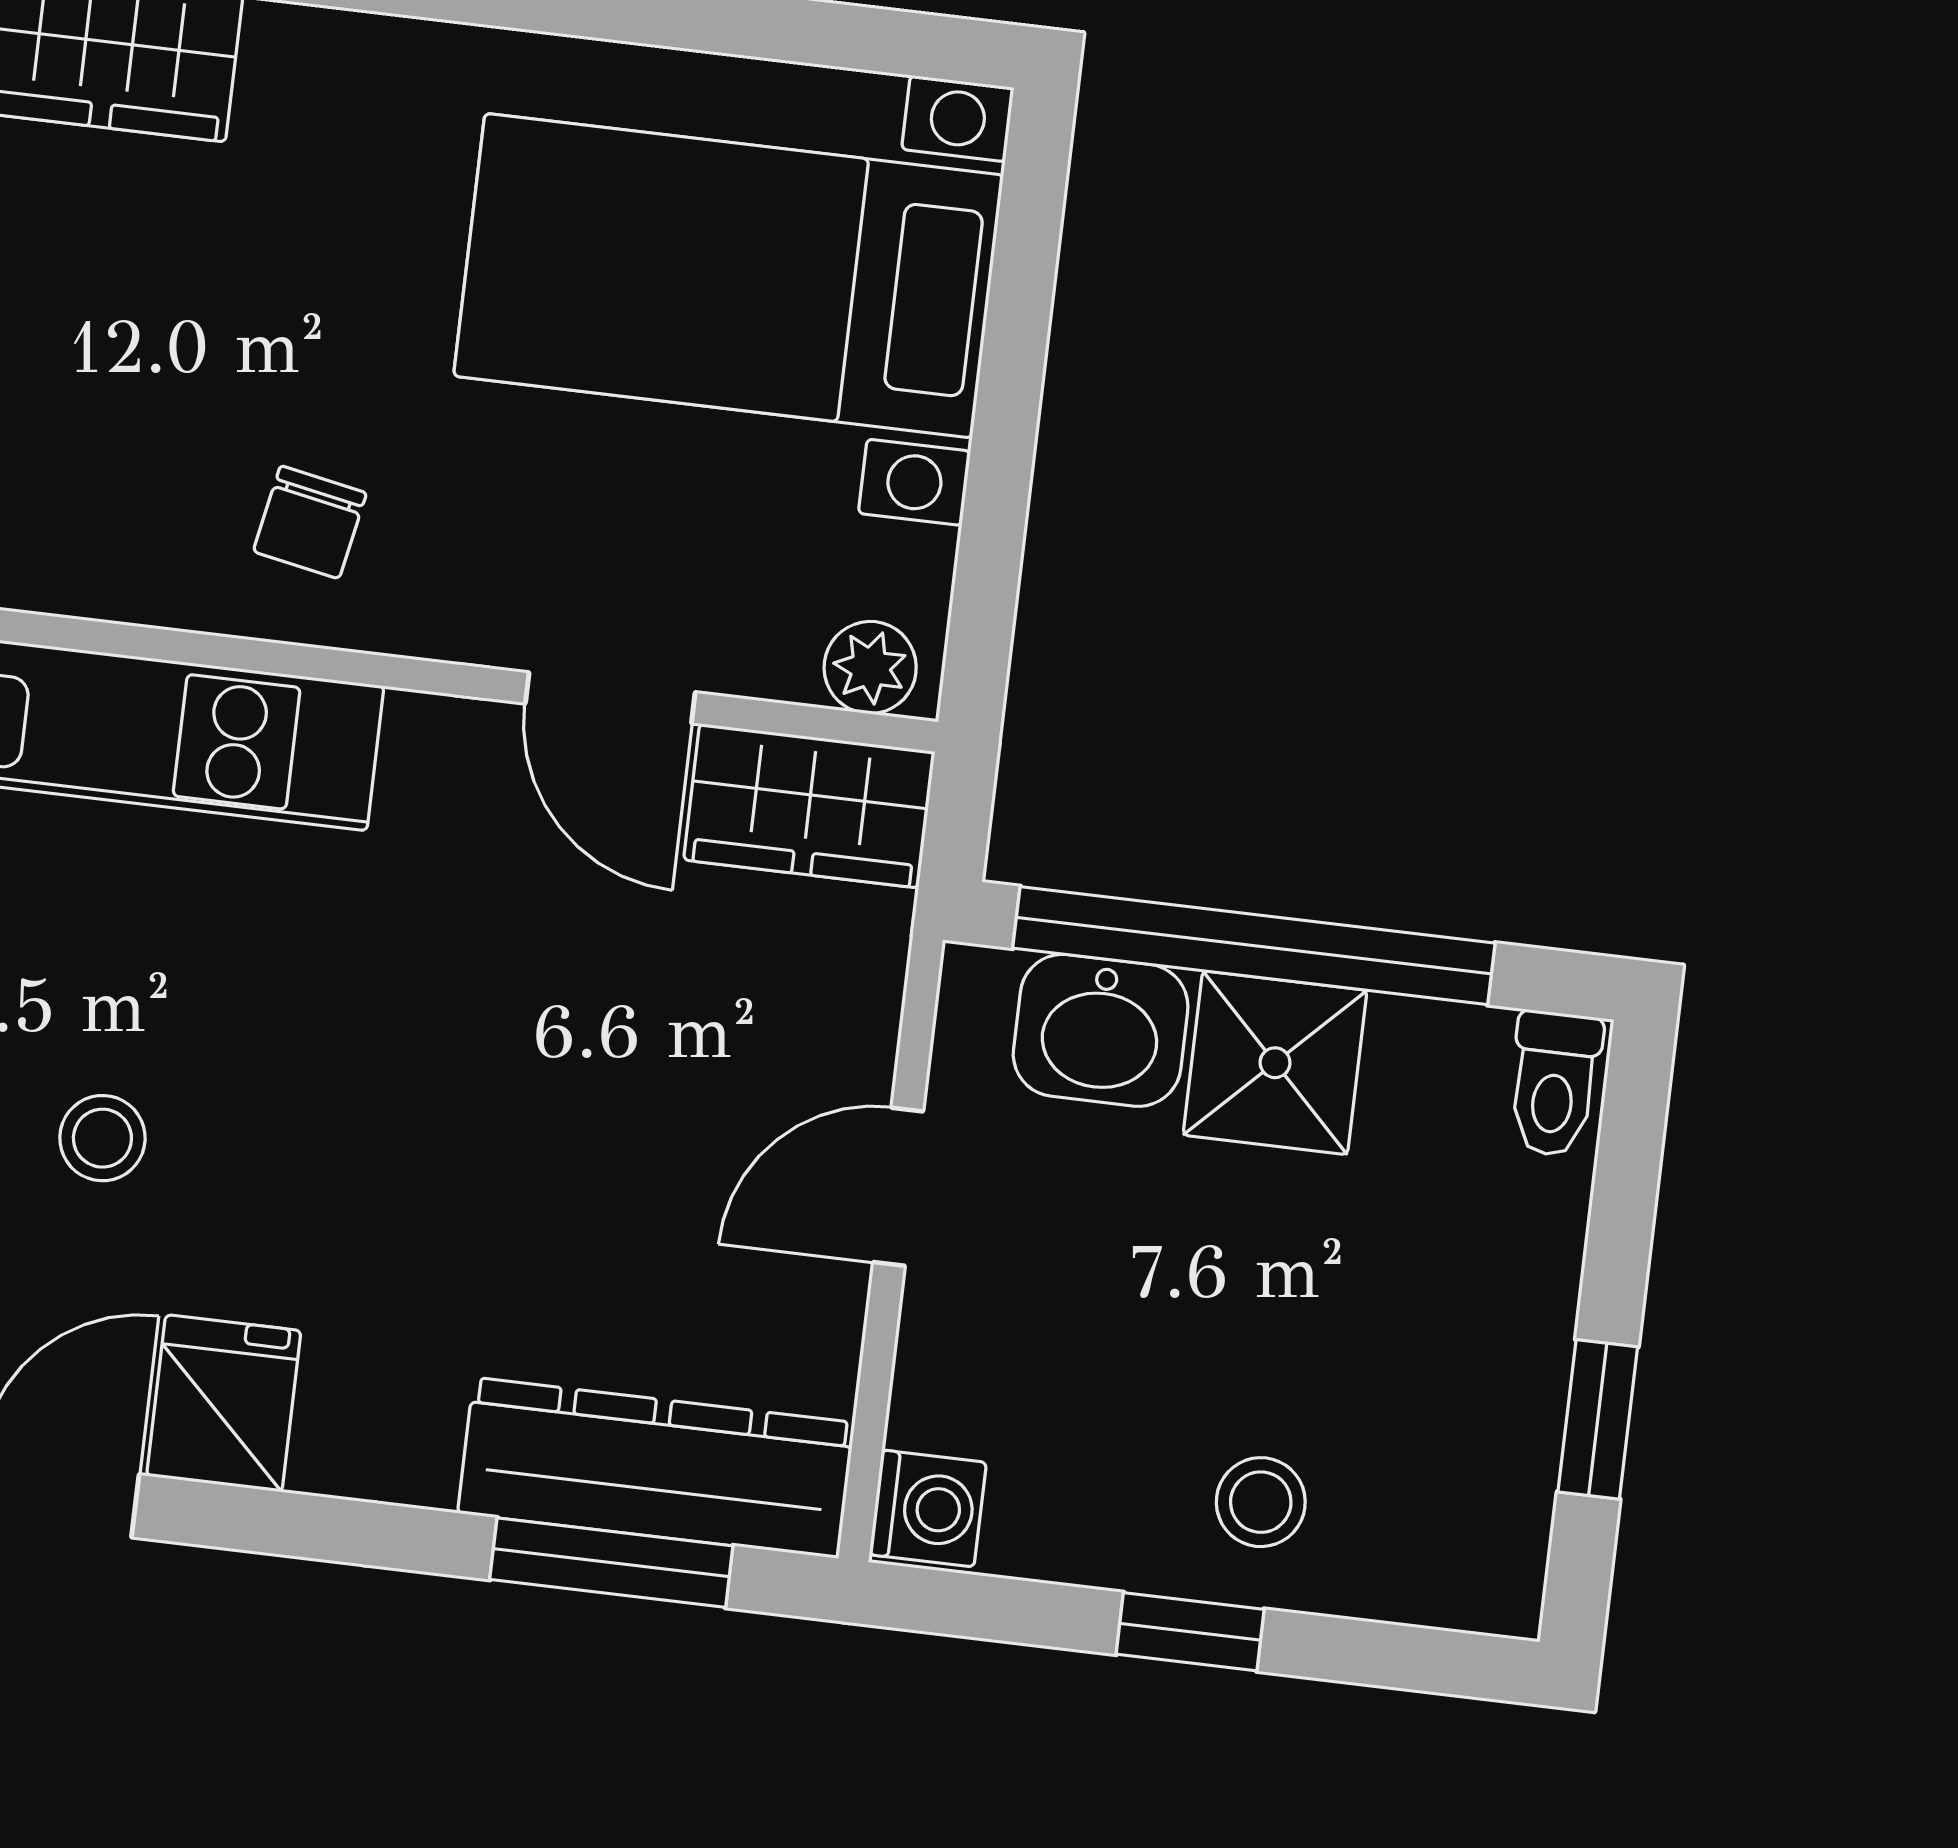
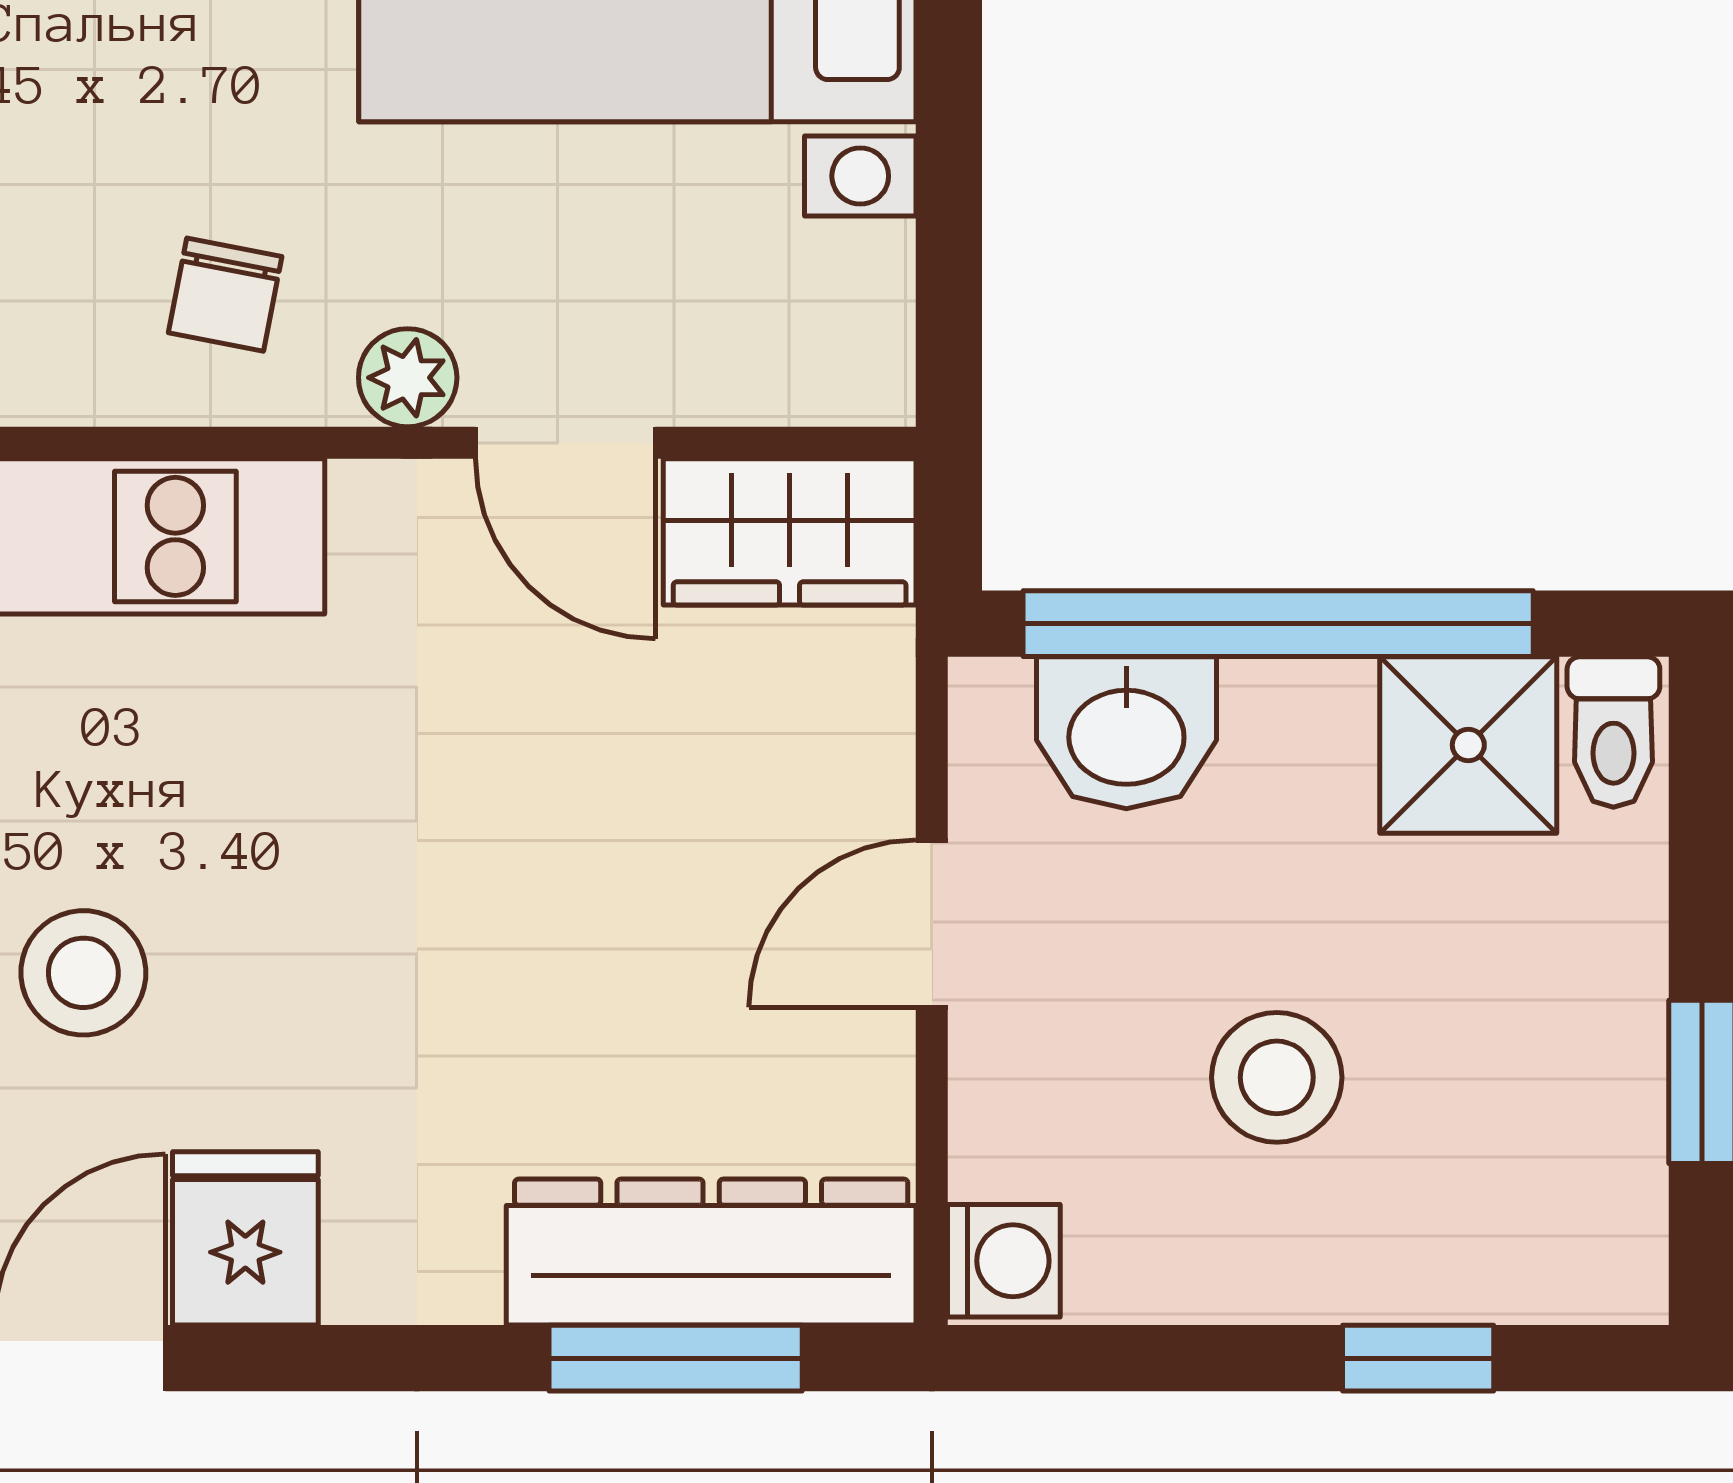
plant: (870, 668) -> (408, 378), moved
shower: (1275, 1063) -> (1468, 745), moved
stool: (102, 1138) -> (83, 973), width x1.37, depth x1.37
stool: (1261, 1502) -> (1277, 1077), moved, width x1.37, depth x1.37
window: (1190, 1632) -> (1418, 1358), moved

